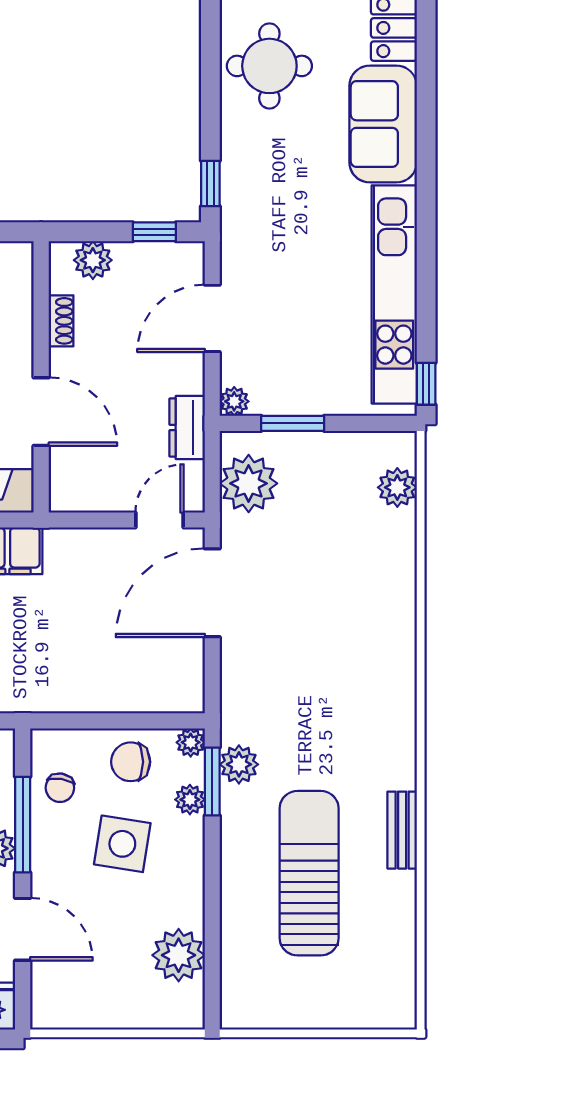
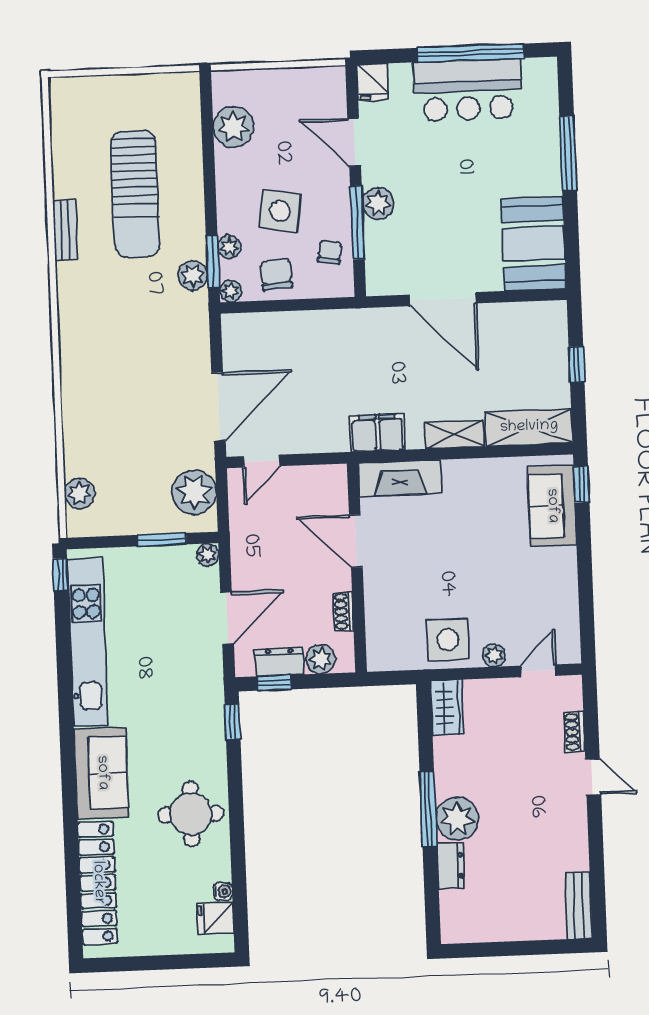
dresser: (187, 427) -> (280, 662), moved, turned -90
chair: (131, 762) -> (276, 274), turned -94

